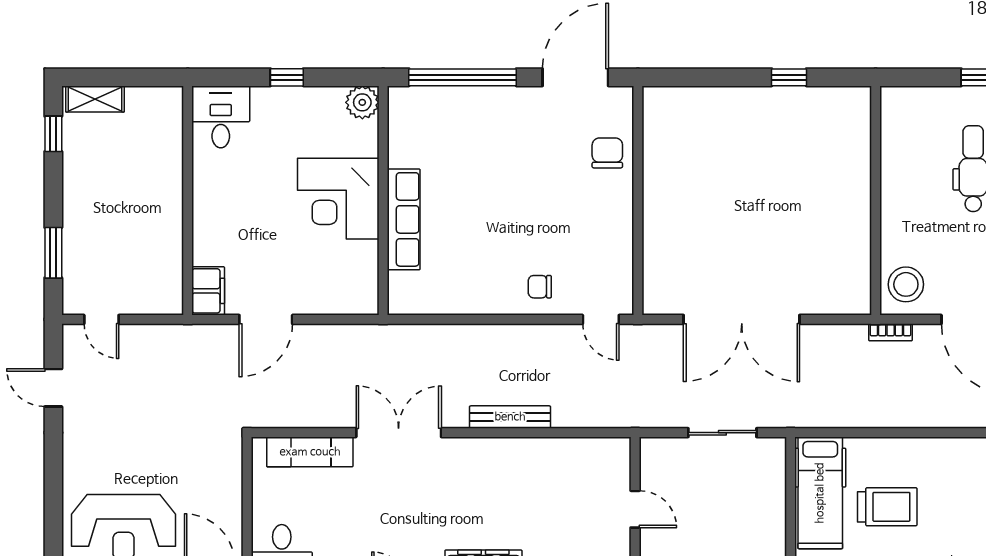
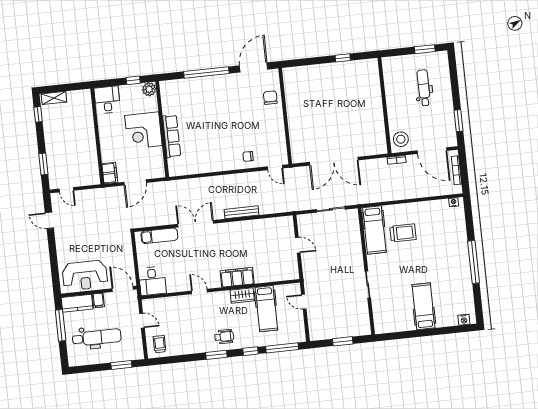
plant: (362, 102) -> (149, 89), moved
corner desk: (338, 199) -> (143, 130), moved
wall: (383, 200) -> (162, 129), moved
row of seats: (404, 219) -> (172, 136), moved

